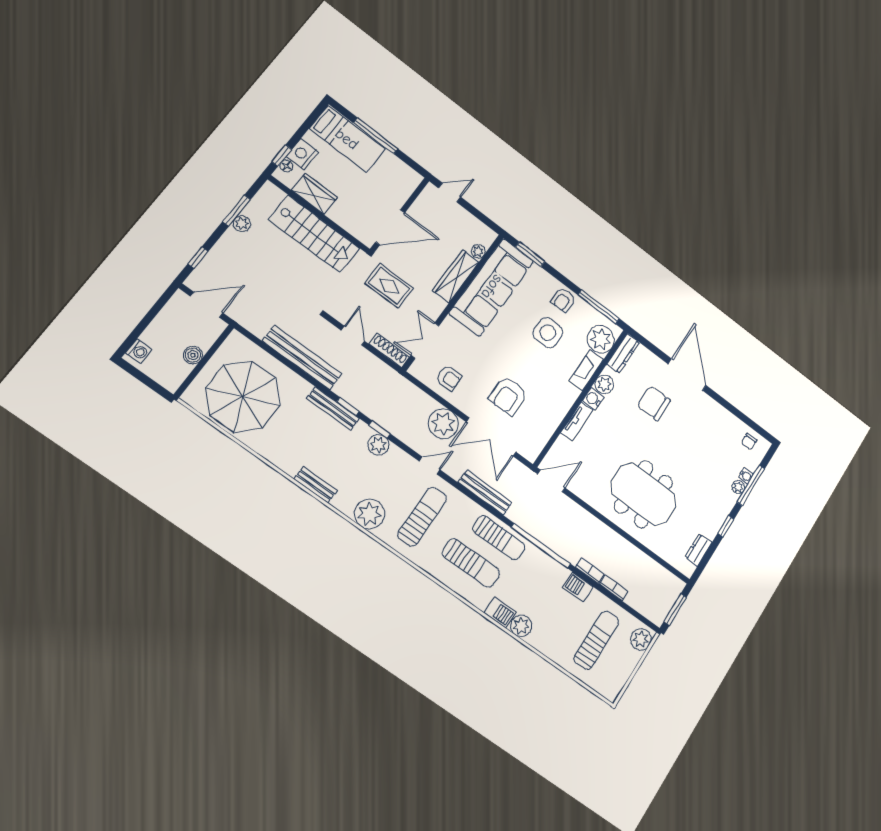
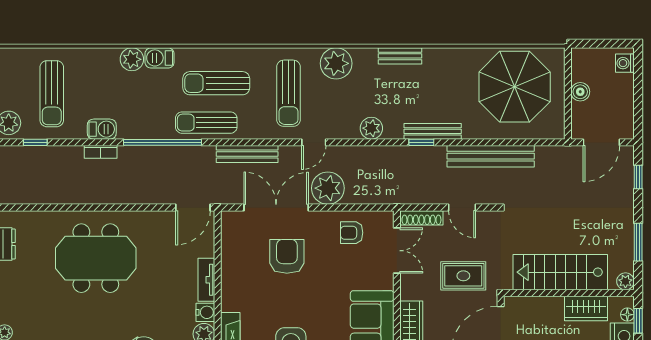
plant: (242, 224) -> (625, 281), moved
window: (380, 429) -> (35, 142), moved
bookcase: (614, 588) -> (67, 152), removed

